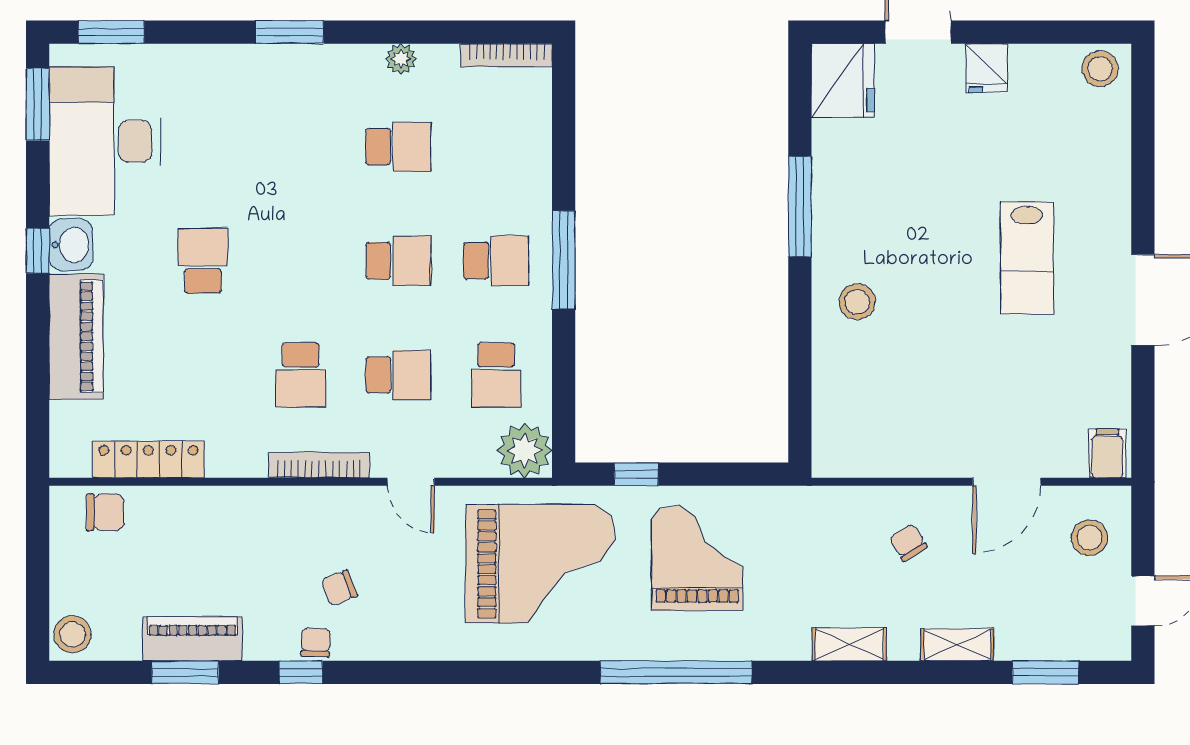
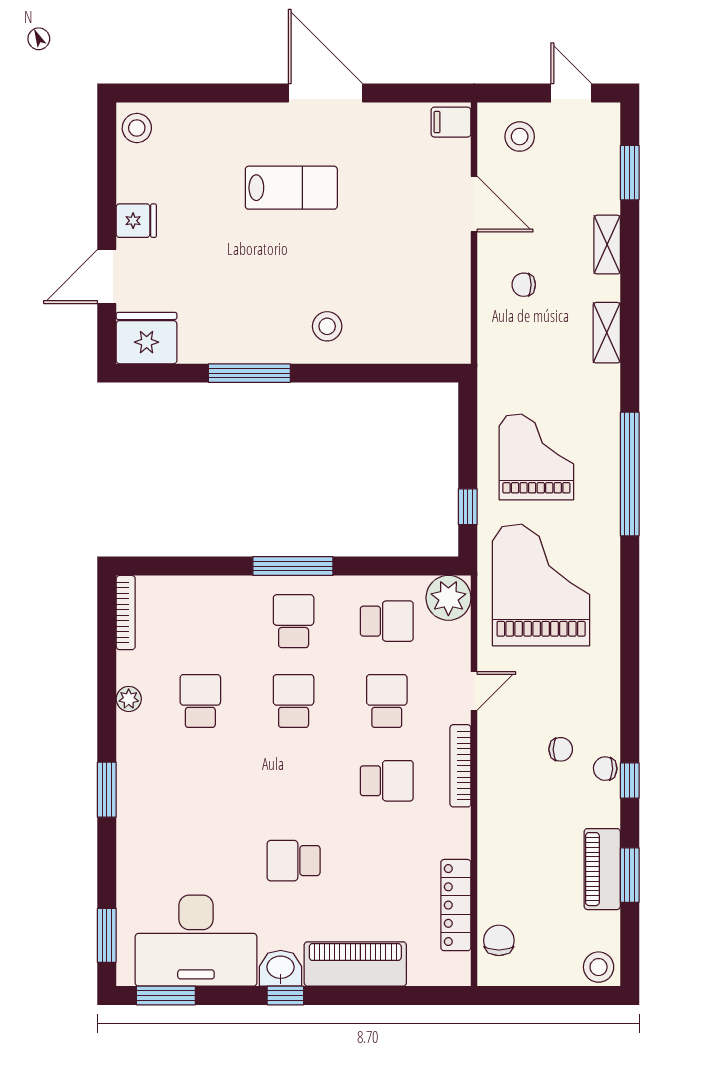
chair: (908, 543) -> (524, 285), turned 31
grand piano: (697, 558) -> (536, 457), turned 90
chair: (339, 588) -> (561, 749), turned -69

